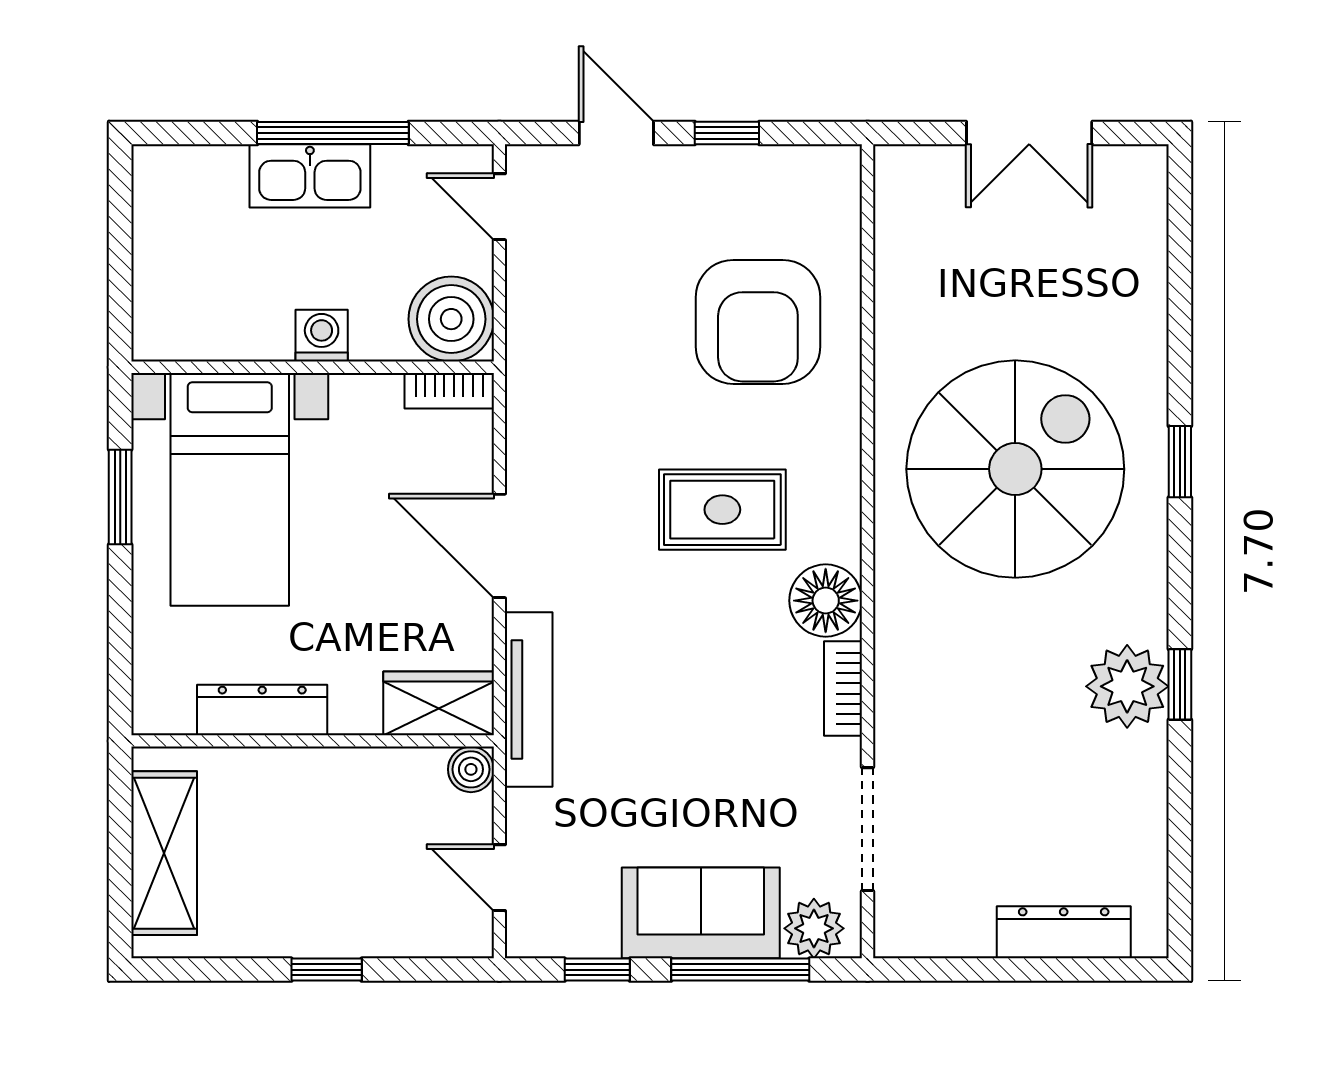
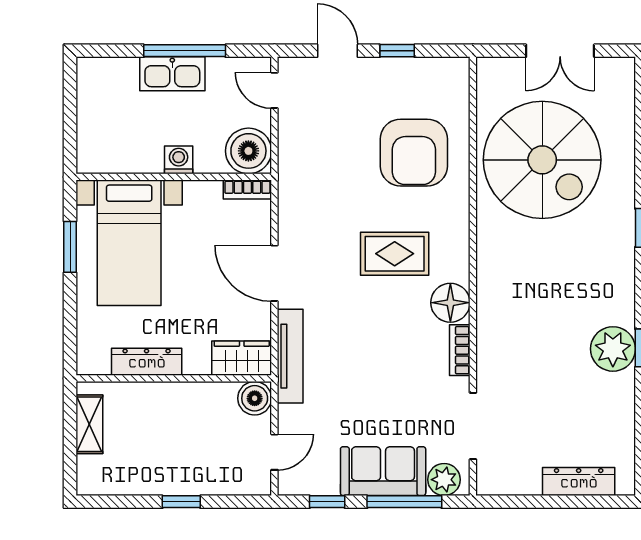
spiral stairs: (1015, 469) -> (542, 160), moved, turned 90
boiler: (471, 769) -> (255, 398), width x1.36, depth x1.36
shelving: (164, 853) -> (89, 424), width x0.67, depth x0.75
door: (499, 878) -> (274, 452), swing flipped

